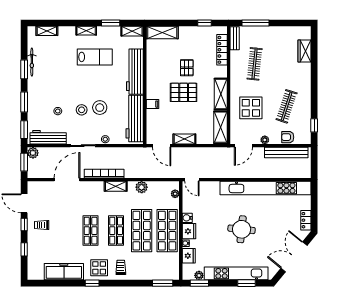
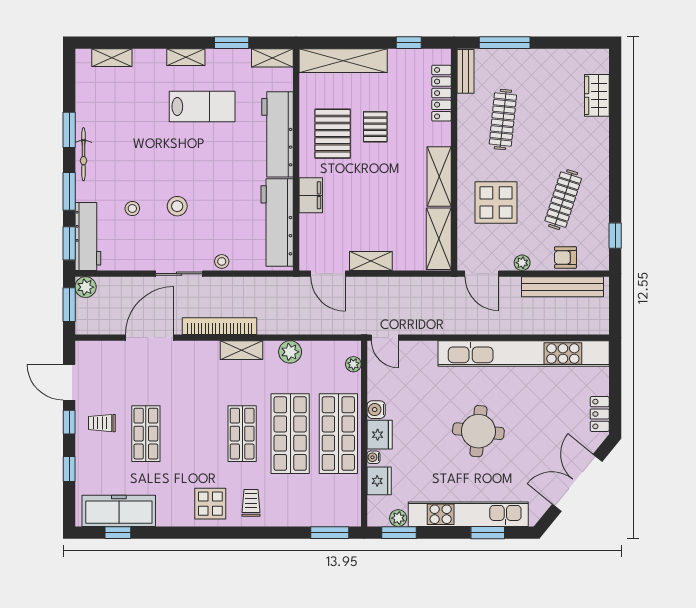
shelving: (162, 33) -> (343, 61), width x1.47
bicycle: (32, 62) -> (83, 154), moved
pallet: (184, 92) -> (333, 134), moved, turned 90
filing cabinet: (153, 104) -> (311, 195), width x2.00
stool: (100, 108) -> (211, 202), removed
workbench: (48, 137) -> (88, 237), moved, turned 90
door: (243, 146) -> (482, 274), hinge flipped
shop shelf: (91, 231) -> (146, 434), moved
freezer: (64, 272) -> (119, 511), moved
window: (92, 283) -> (118, 533), moved

